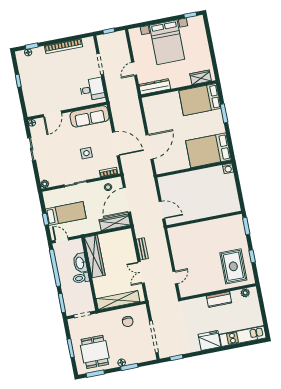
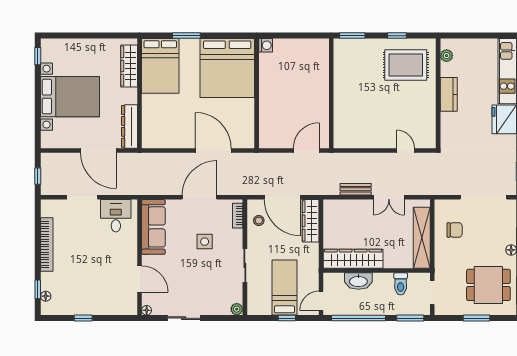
door: (134, 69) -> (98, 150), width x1.88
wardrobe: (201, 77) -> (129, 66), width x1.50
bed: (208, 150) -> (227, 68), width x1.36
toilet: (81, 278) -> (401, 284), moved

